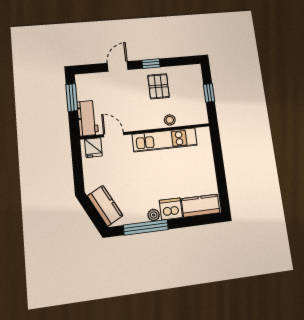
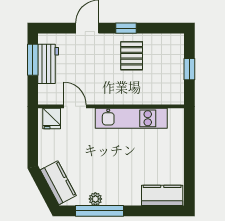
workbench: (88, 118) -> (48, 64), moved
stool: (170, 120) -> (140, 96), removed
dishwasher: (171, 209) -> (129, 195), removed
plant: (154, 215) -> (95, 199), moved

